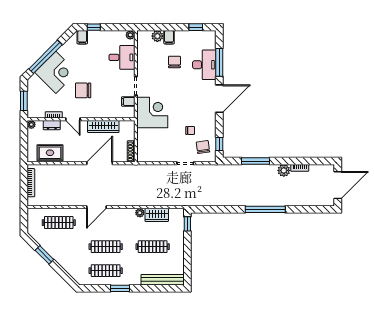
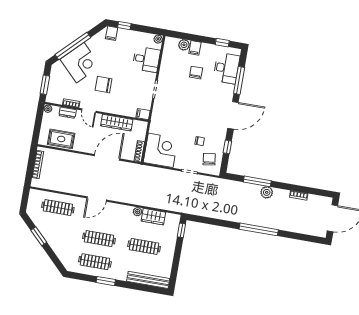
desk: (204, 65) -> (226, 68), moved
filing cabinet: (128, 101) -> (143, 114), moved
corner desk: (152, 113) -> (161, 150), moved
window: (219, 144) -> (227, 147), moved
plant: (284, 170) -> (267, 192), moved

